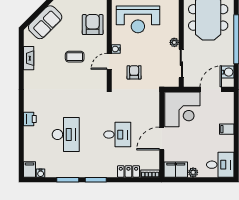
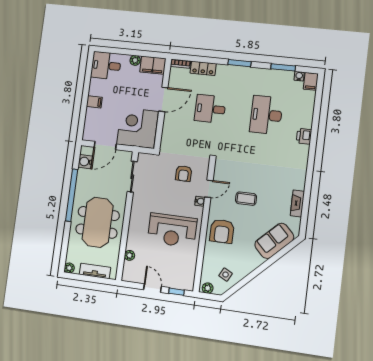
reception desk: (138, 19) -> (172, 230), turned 180
plant: (174, 42) -> (137, 200), removed
window: (68, 180) -> (283, 67), moved

